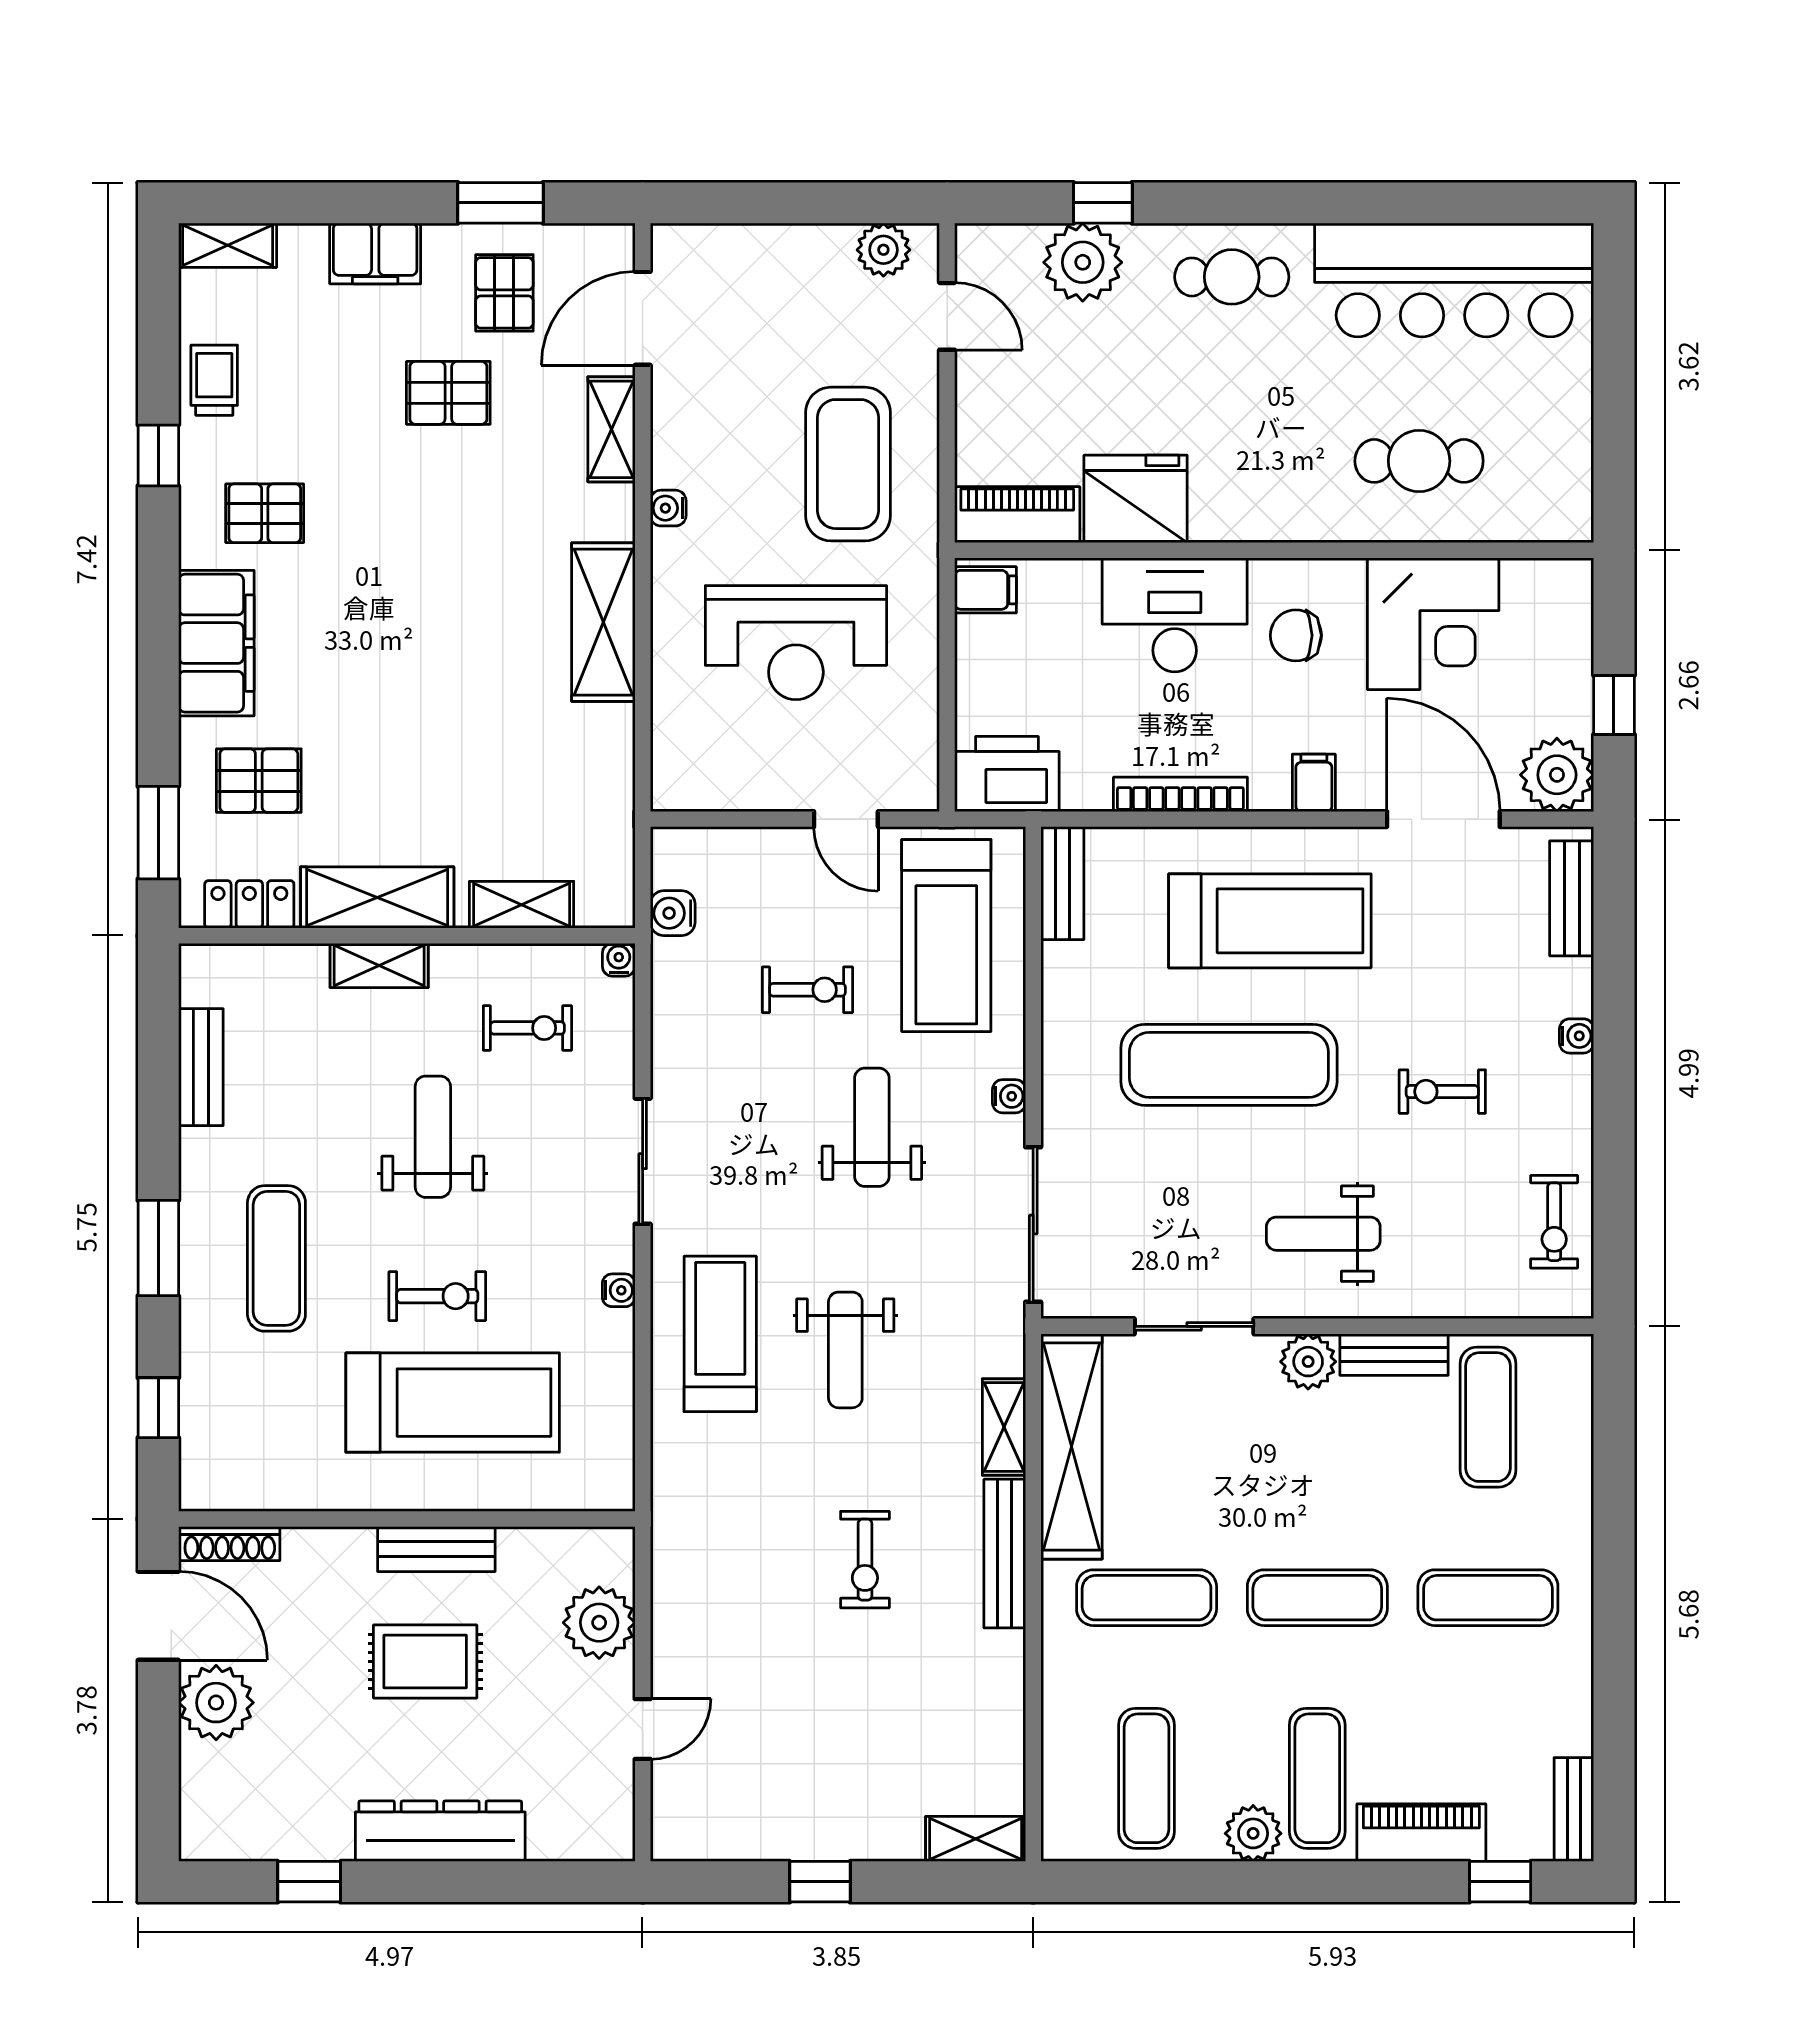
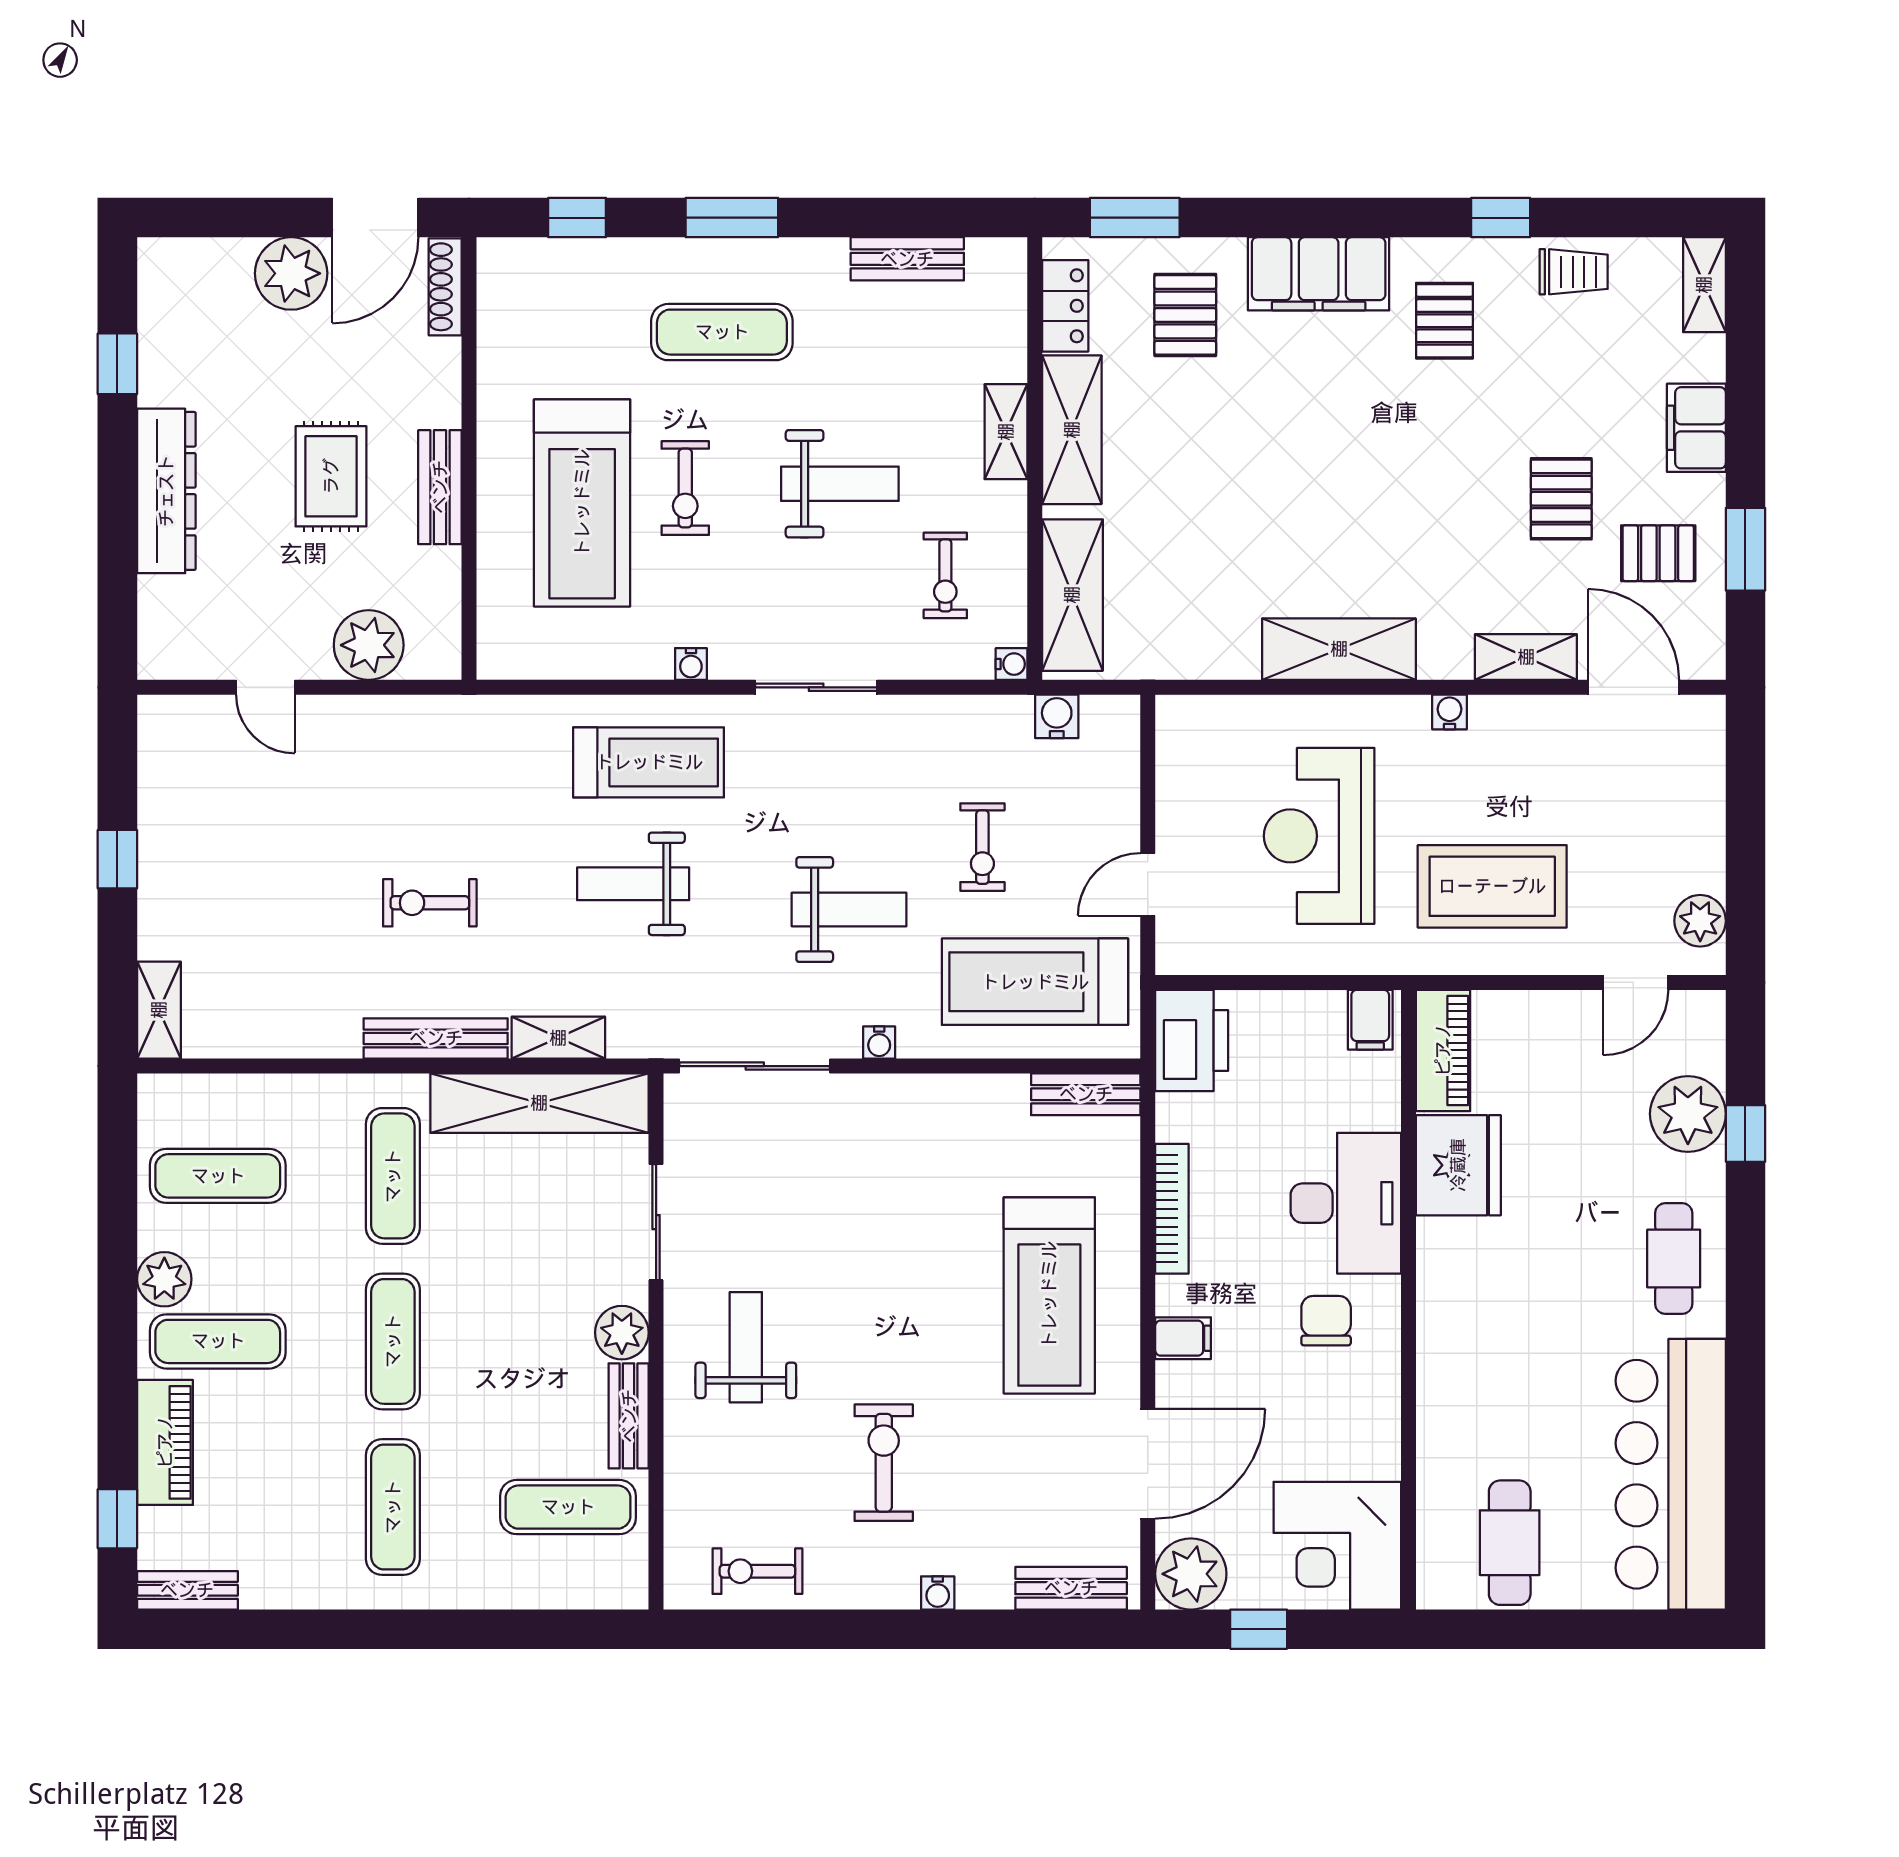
cafe table: (1419, 461) -> (1510, 1543), moved
corner desk: (1433, 624) -> (1337, 1546), moved
shelving: (522, 905) -> (1072, 595), width x1.50, depth x1.33
exercise mat: (1229, 1065) -> (910, 1256), removed
exercise bike: (1442, 1092) -> (884, 1463), width x1.38, depth x1.39

